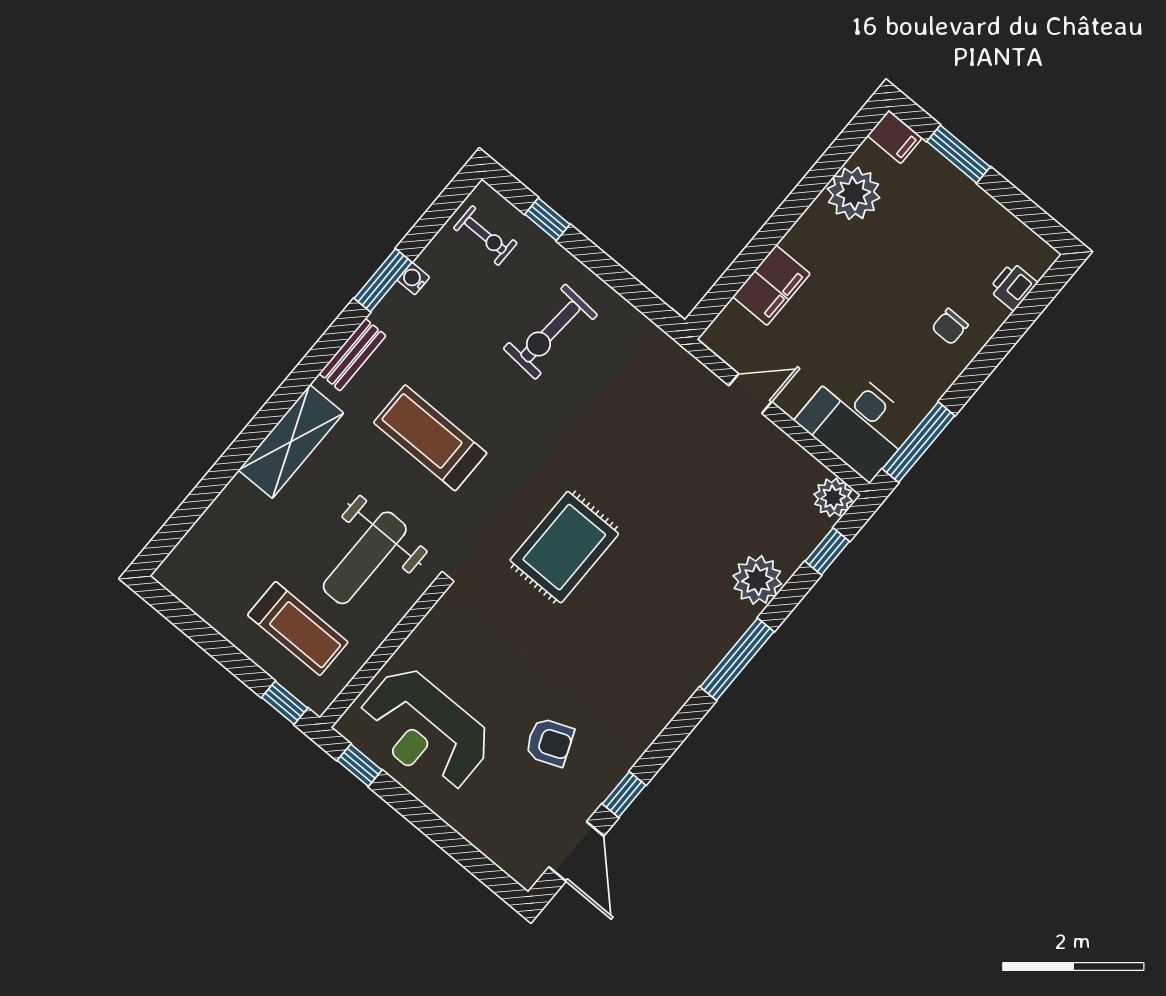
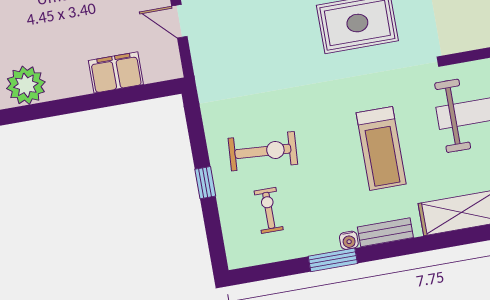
window: (547, 219) -> (205, 183), moved
exercise bike: (485, 236) -> (269, 210), moved
water cooler: (413, 279) -> (349, 240), moved

